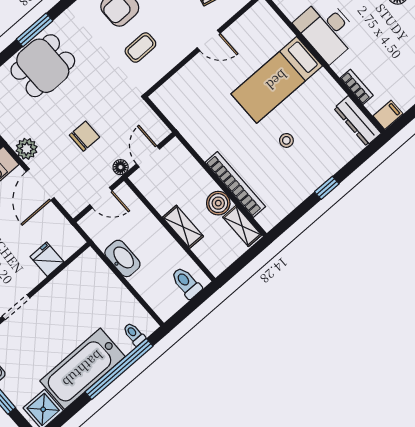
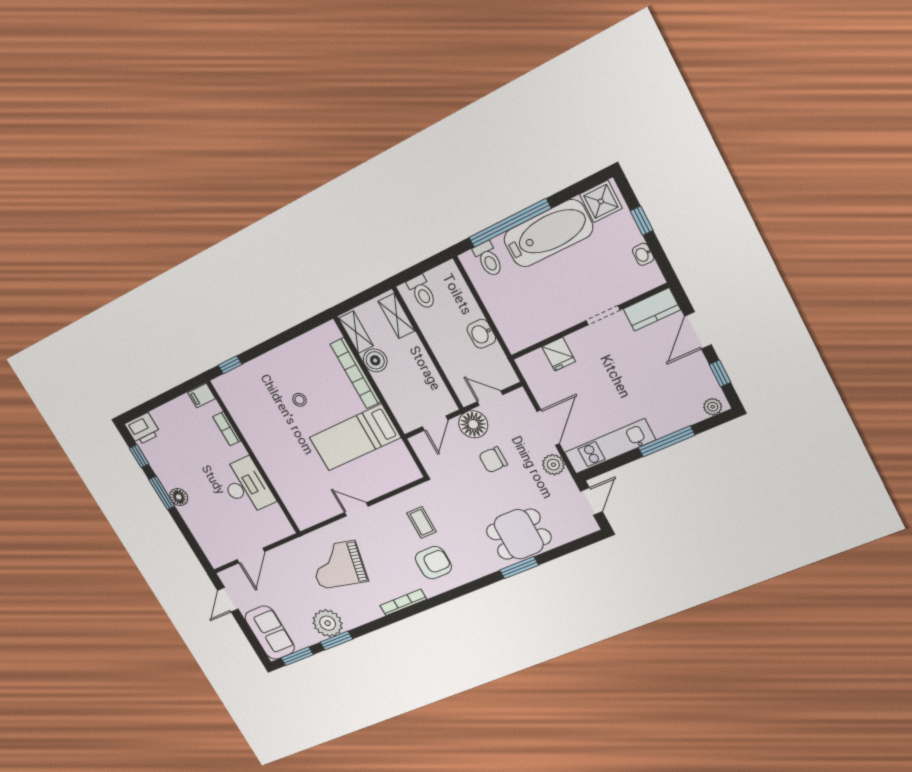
coffee table: (140, 48) -> (422, 522), turned 90
bed: (277, 80) -> (355, 438), moved, turned 180
dresser: (357, 121) -> (230, 398), removed
floor lamp: (121, 167) -> (473, 424), width x1.89, depth x1.89
window: (327, 188) -> (230, 365), moved
shelving: (183, 227) -> (397, 316), moved
washbasin: (122, 258) -> (481, 334), width x0.72
toilet: (134, 334) -> (488, 259), width x1.37, depth x1.39

